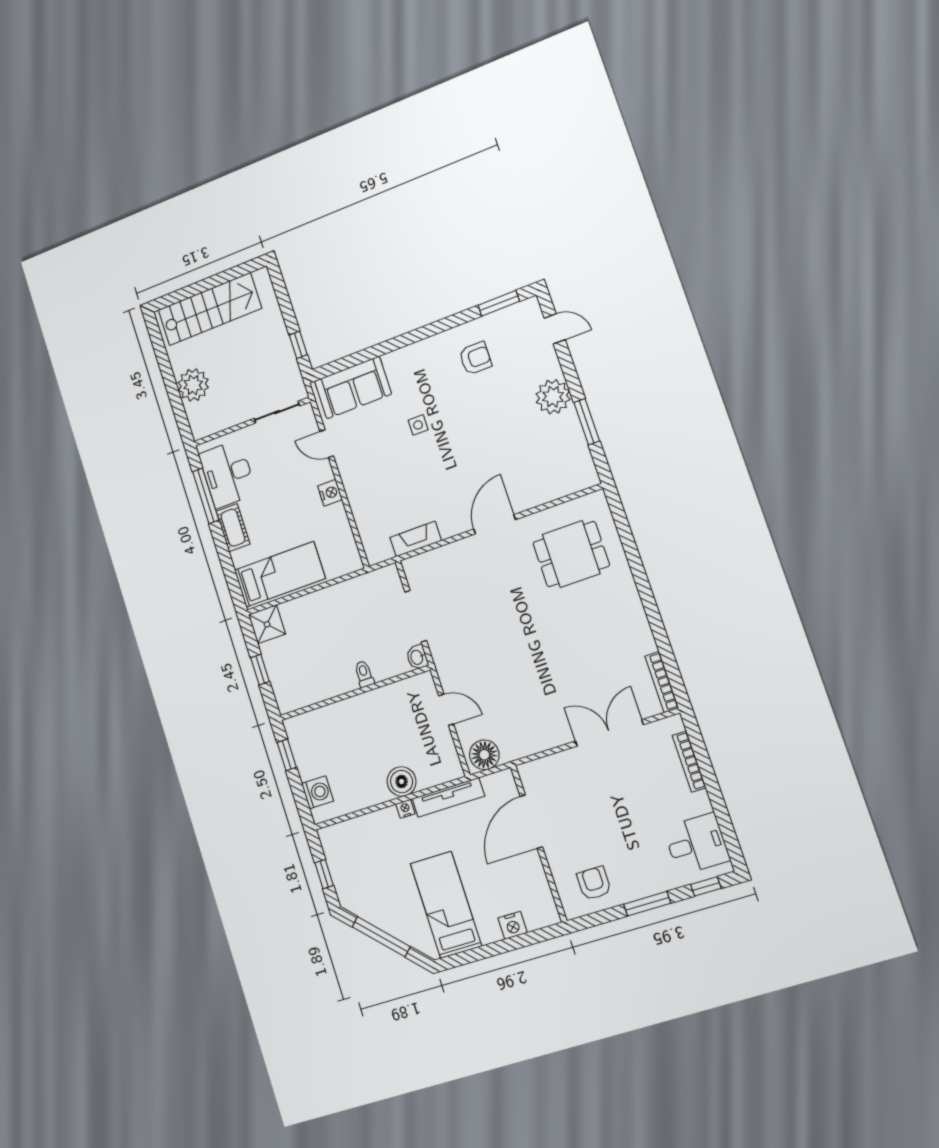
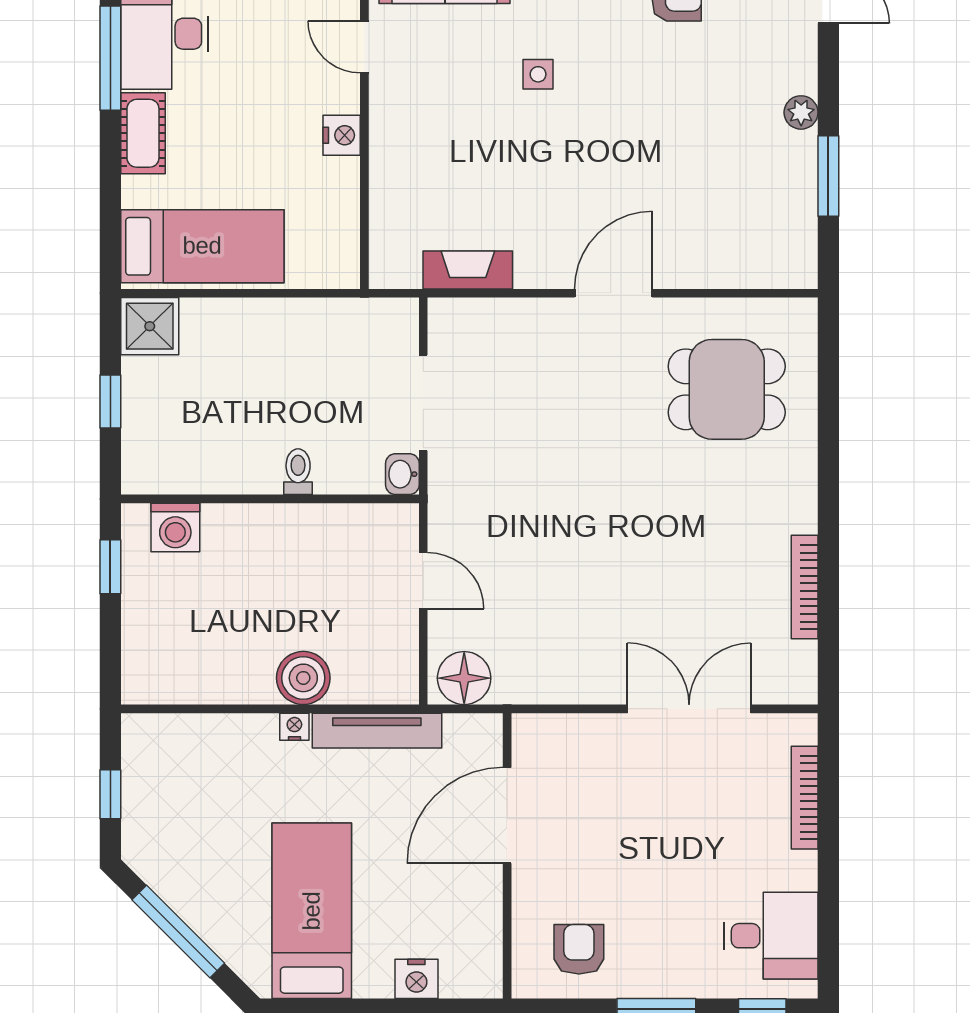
plant: (553, 397) -> (801, 112), width x0.53, depth x0.53
bookcase: (662, 682) -> (805, 587), moved
washing machine: (317, 792) -> (175, 527), moved, turned 90

